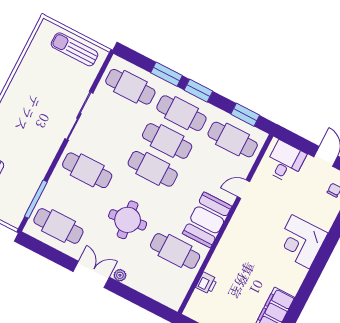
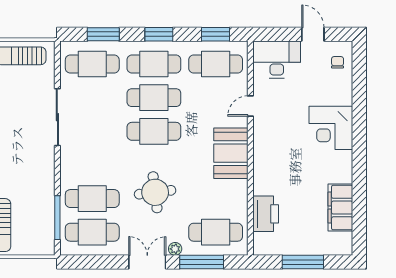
window: (167, 74) -> (103, 34), moved
desk: (285, 162) -> (277, 59), width x1.37
cafe table: (87, 170) -> (92, 199), moved
cafe table: (175, 251) -> (216, 232), moved
printer: (207, 283) -> (266, 214), width x1.87, depth x1.48
window: (136, 298) -> (202, 262), added

